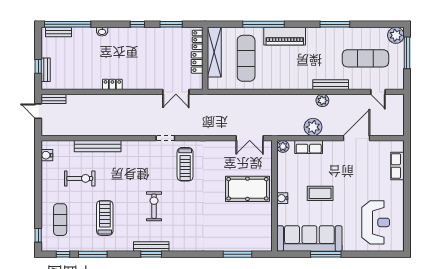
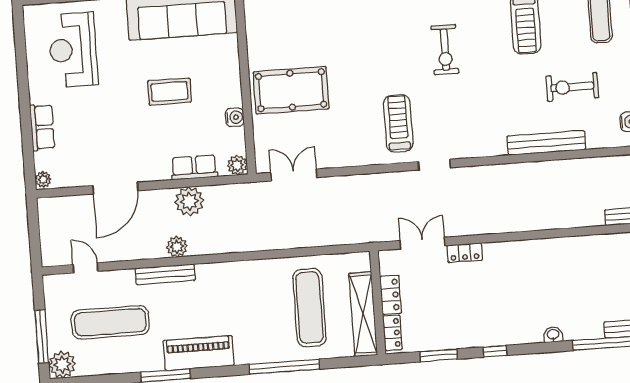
piano: (285, 36) -> (198, 353), moved
locker: (112, 84) -> (465, 253), moved
plant: (399, 146) -> (43, 179), added
row of seats: (397, 166) -> (42, 127), moved
water cooler: (282, 198) -> (235, 117), moved

